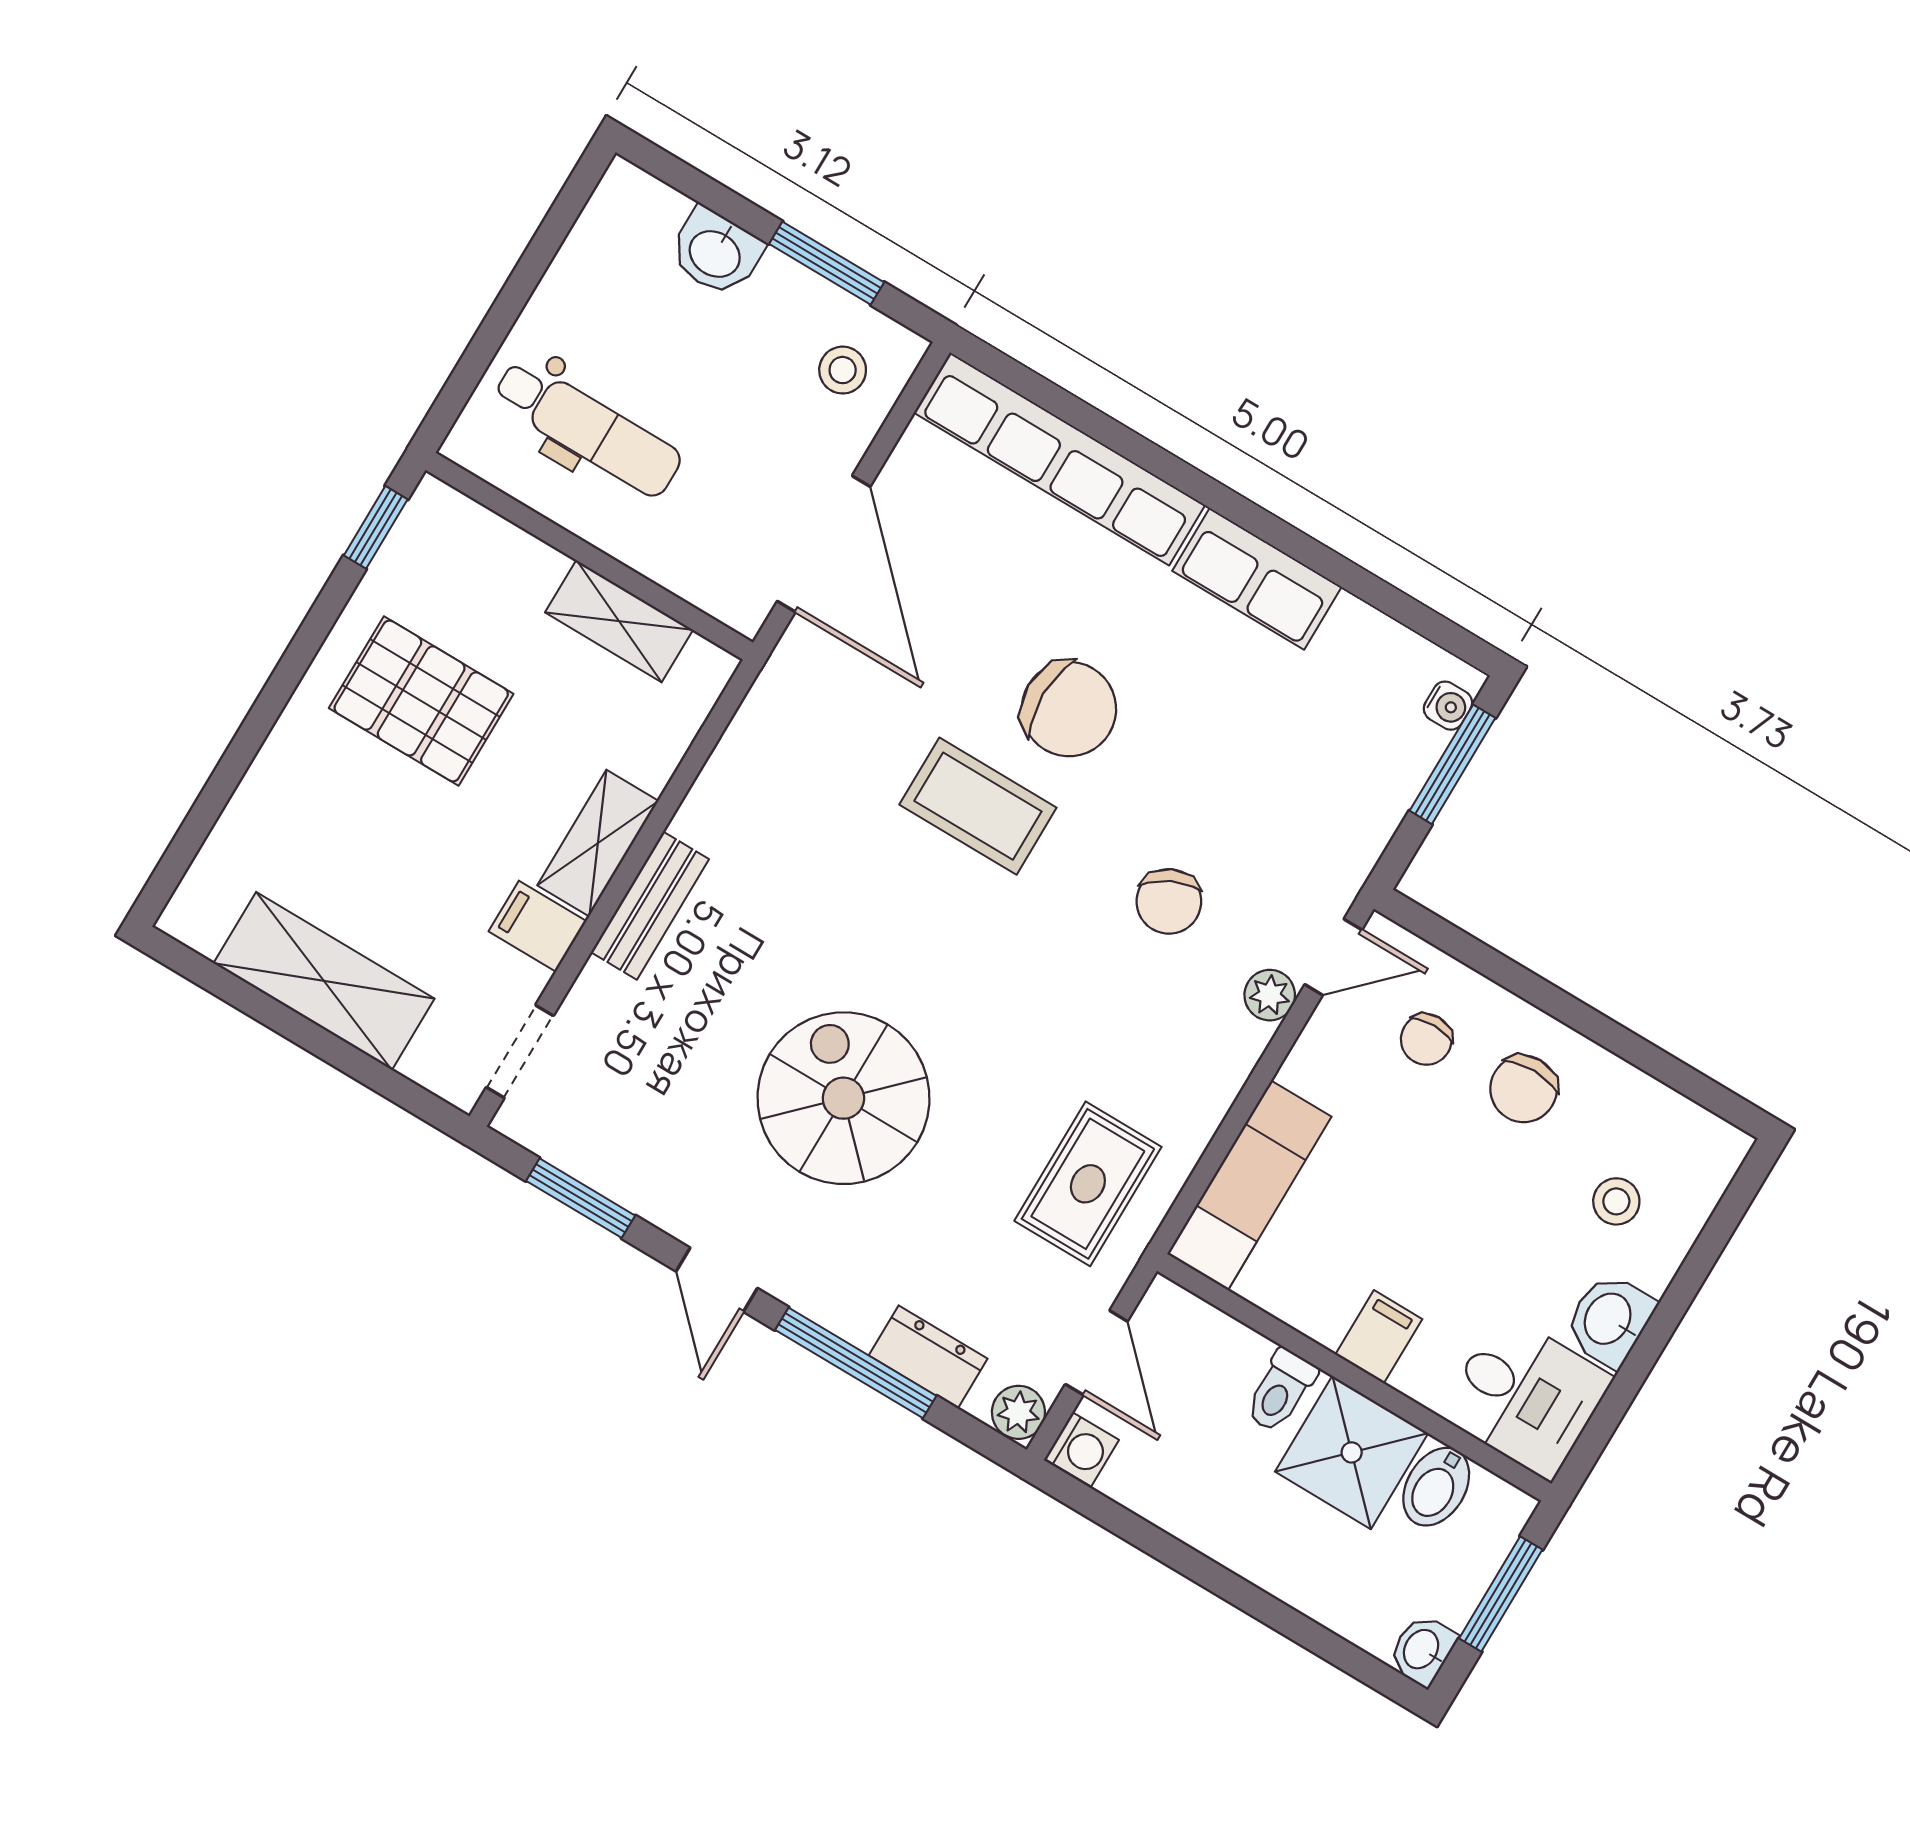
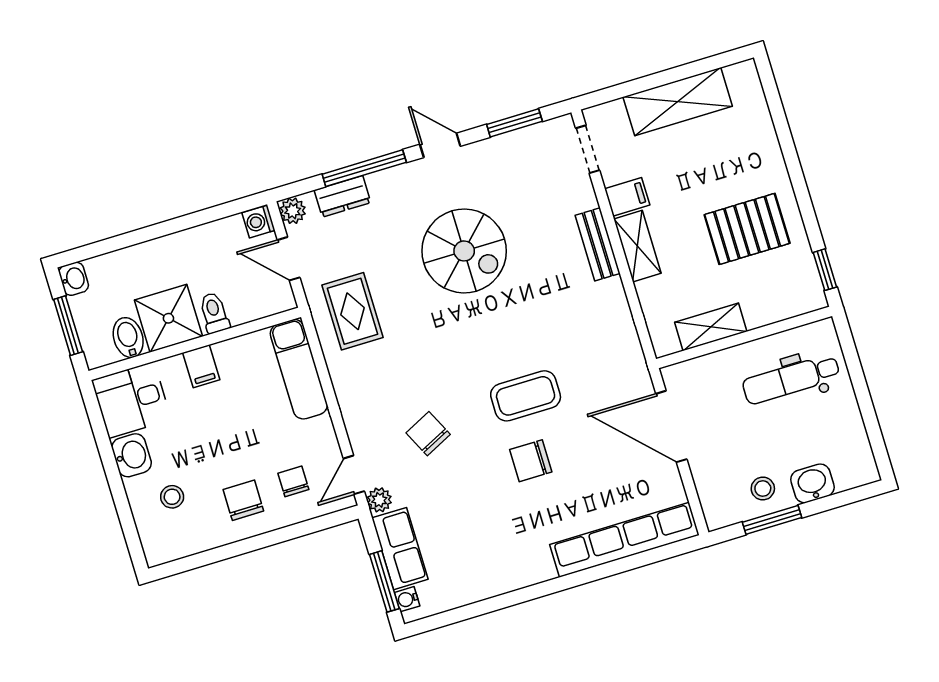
stool: (843, 370) -> (763, 488), moved
row of seats: (1257, 579) -> (400, 549), moved, turned 90
chair: (1069, 709) -> (531, 461), width x0.73, depth x0.73
plant: (1270, 995) -> (379, 500), moved

